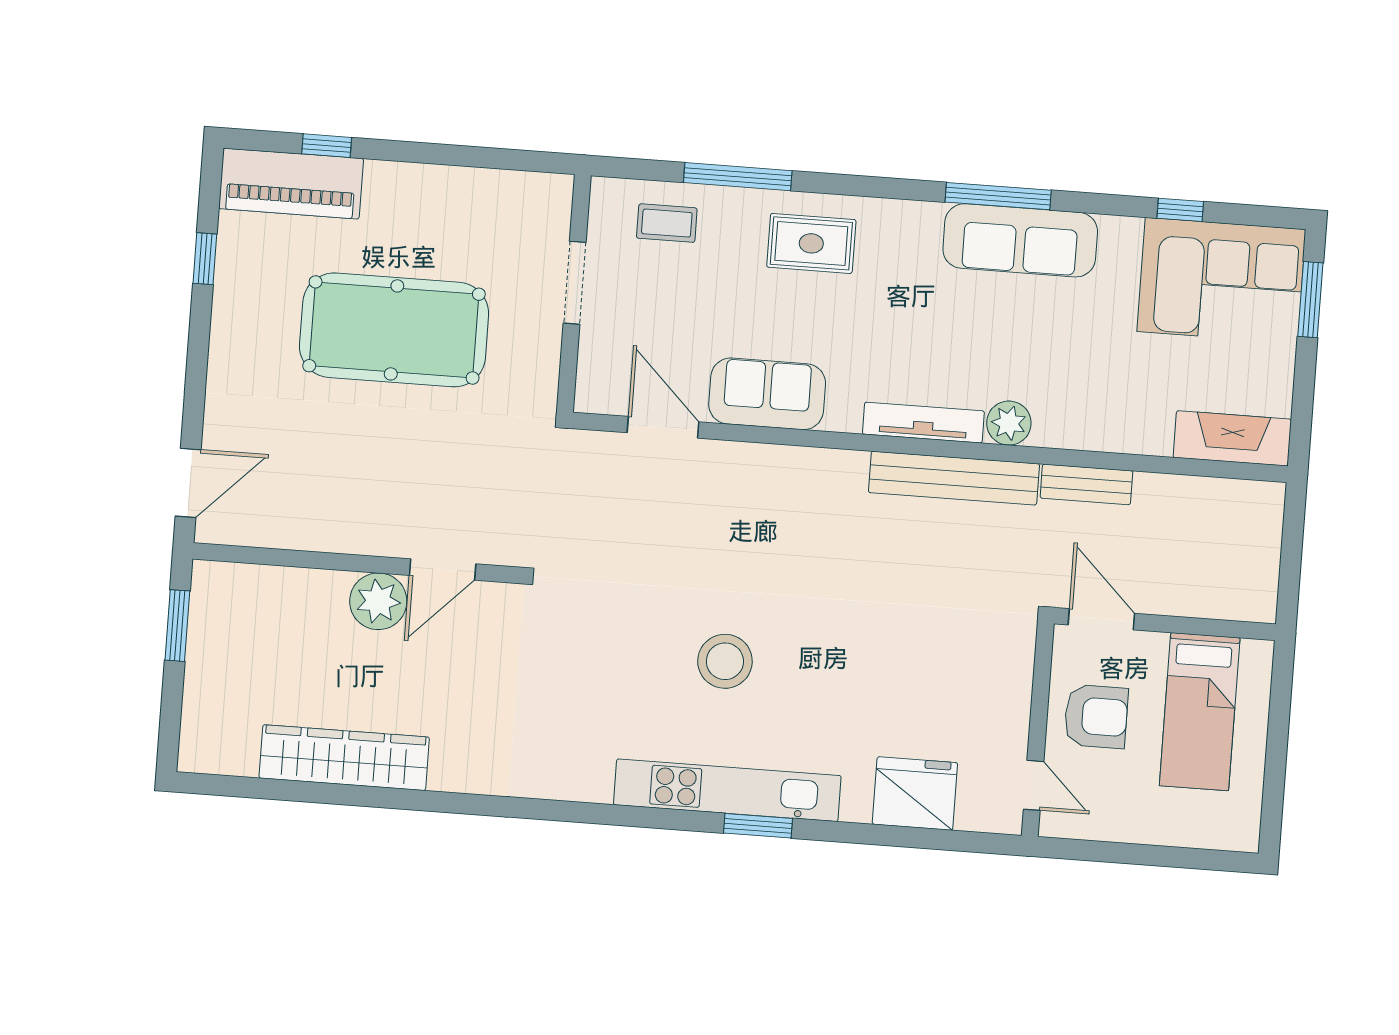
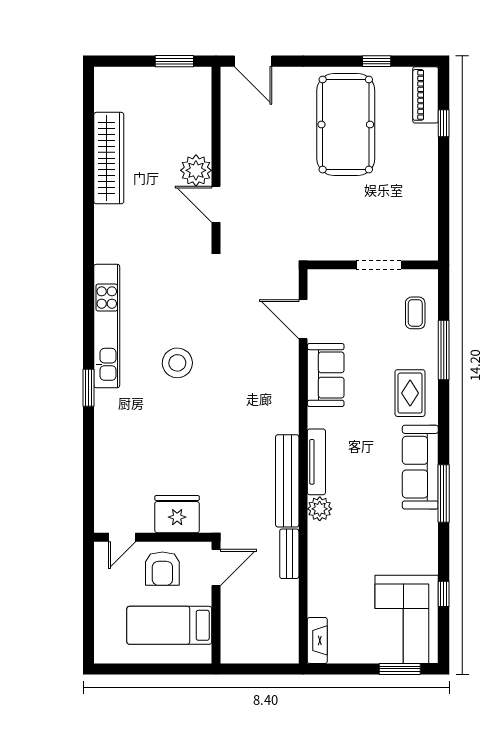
piano: (291, 184) -> (426, 95), width x0.73, depth x0.75
sofa: (1020, 240) -> (420, 467), moved
pool table: (394, 330) -> (346, 125), moved
door: (663, 427) -> (303, 319), swing flipped
fireplace: (1232, 438) -> (317, 640), width x0.73, depth x0.76
kitchen unit: (727, 790) -> (107, 326), moved
fridge: (915, 793) -> (177, 514), moved, turned -90

